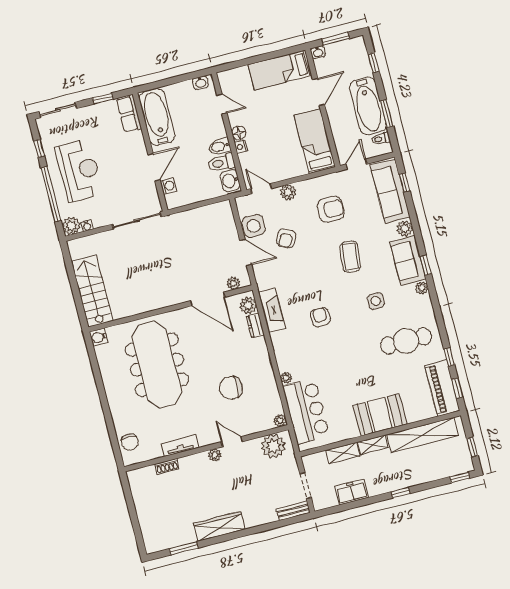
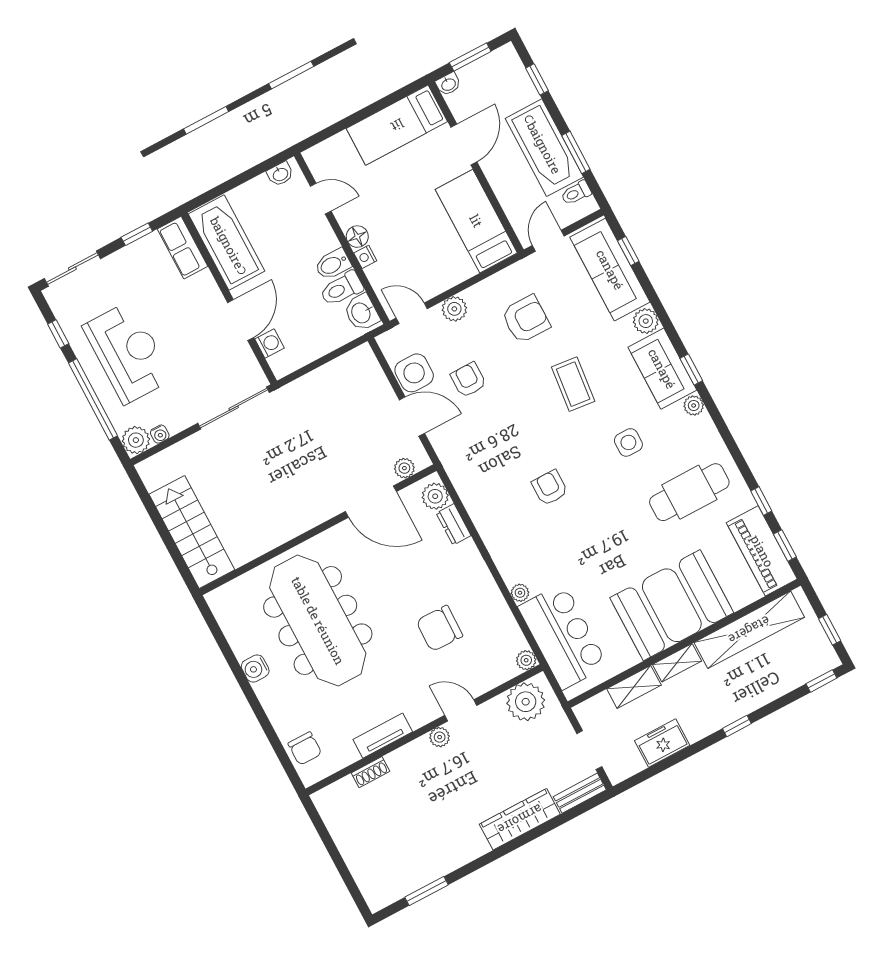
armchair: (286, 238) -> (468, 380), turned 152
fireplace: (272, 310) -> (473, 495), removed
water cooler: (99, 337) -> (255, 668), moved
booth: (380, 415) -> (672, 605), width x1.36, depth x1.42
wardrobe: (219, 526) -> (520, 819), moved

